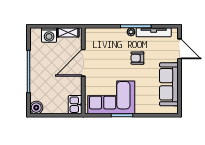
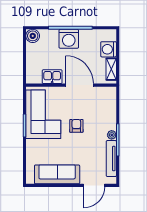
armchair: (137, 58) -> (76, 126), moved
washing machine: (39, 73) -> (69, 39), added
kitchen sink: (75, 105) -> (52, 77), moved

